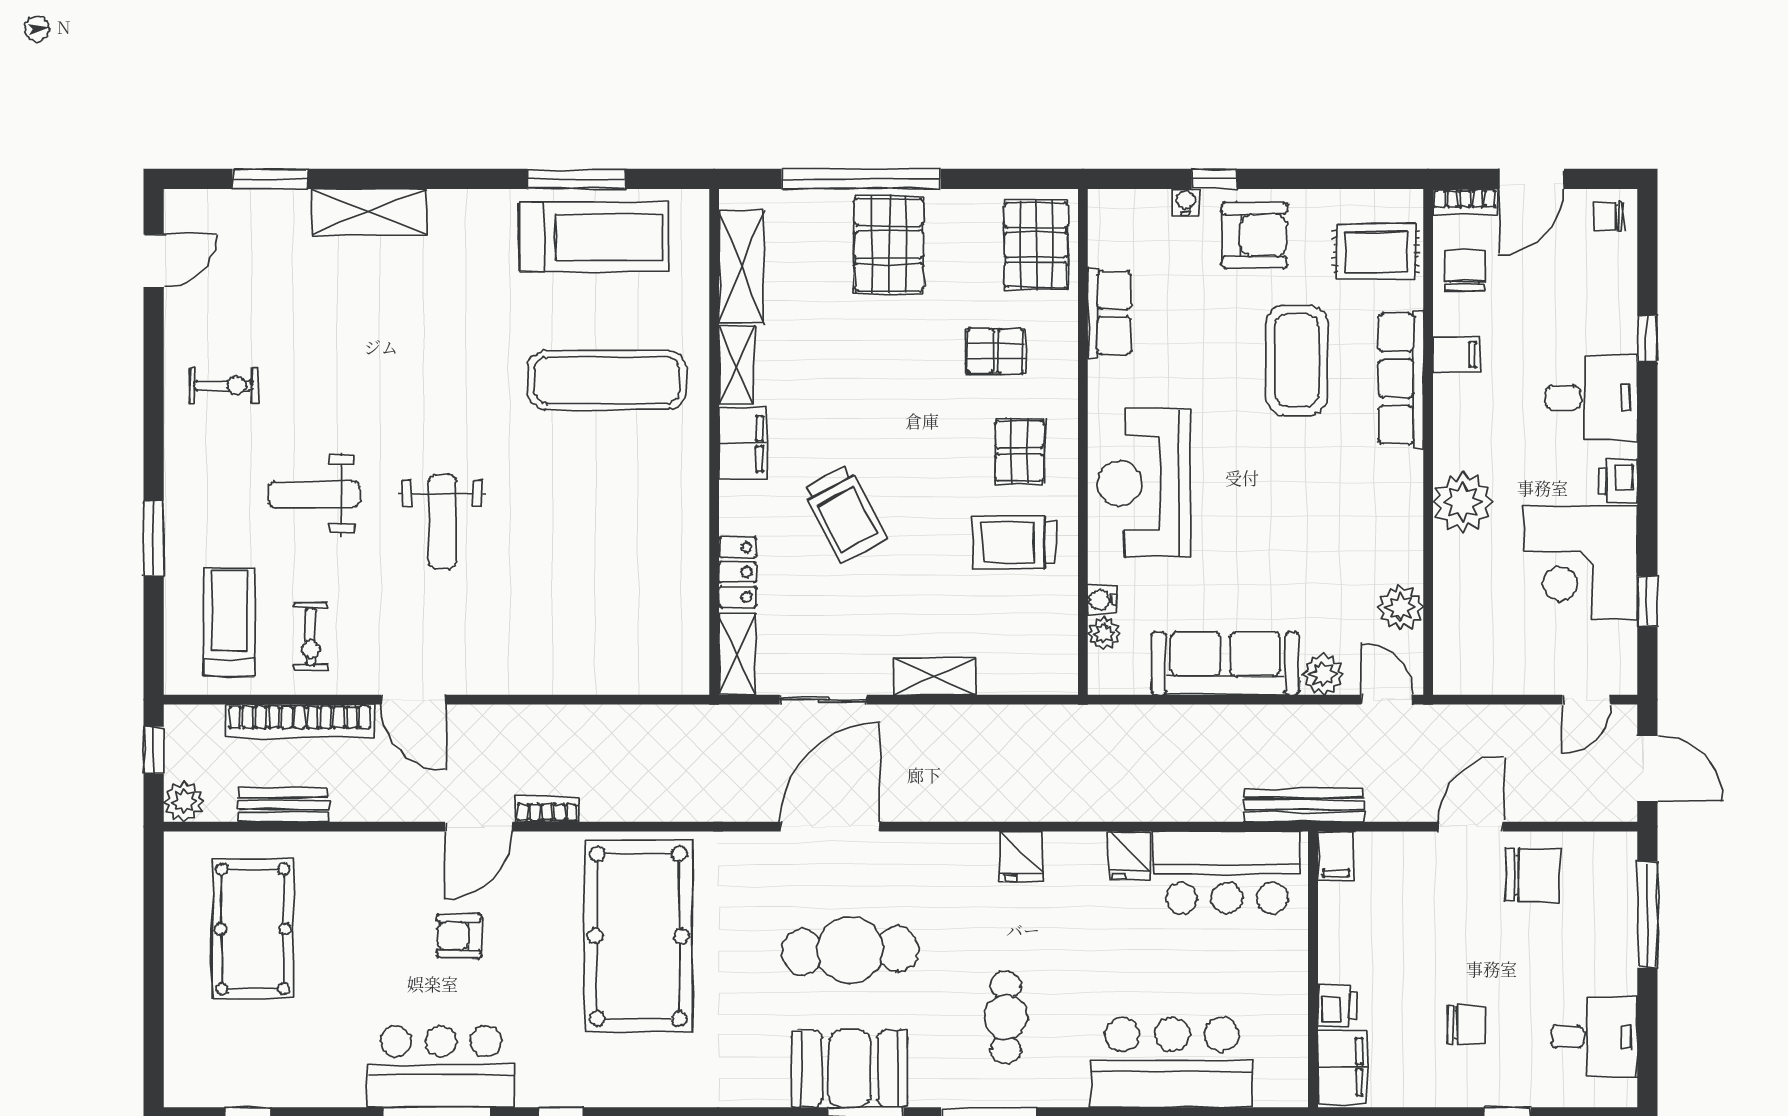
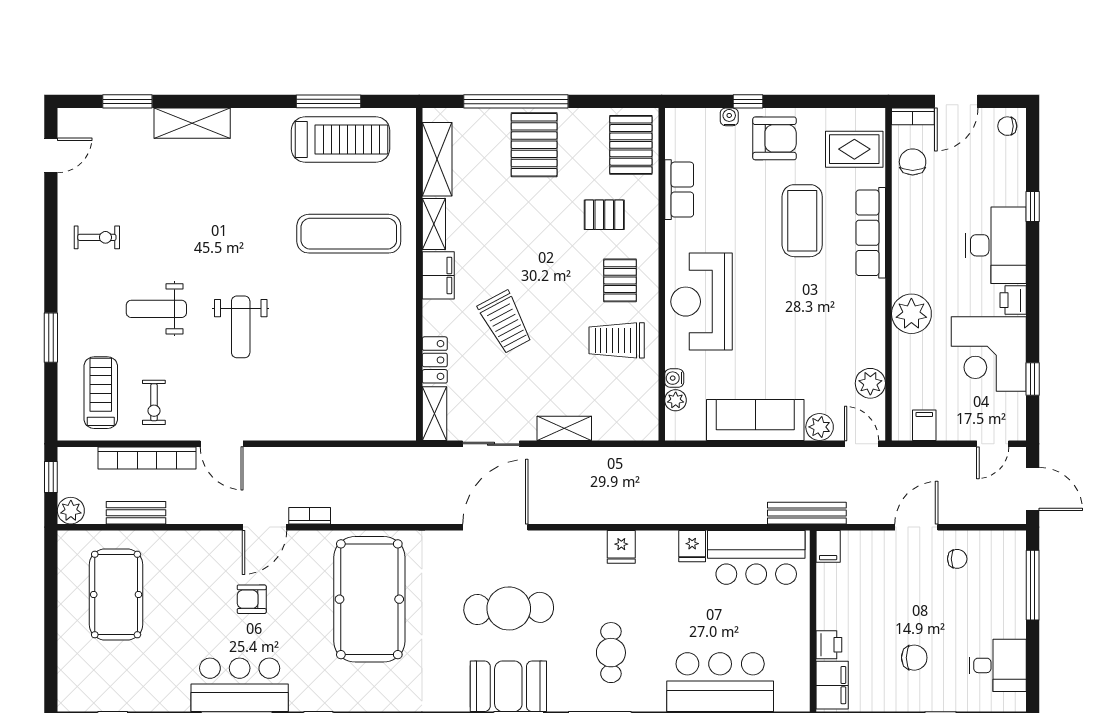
filing cabinet: (1456, 355) -> (924, 425), moved, turned -90
desk: (1592, 398) -> (996, 245), width x1.37
chair: (1533, 875) -> (957, 559), width x0.54, depth x0.54

